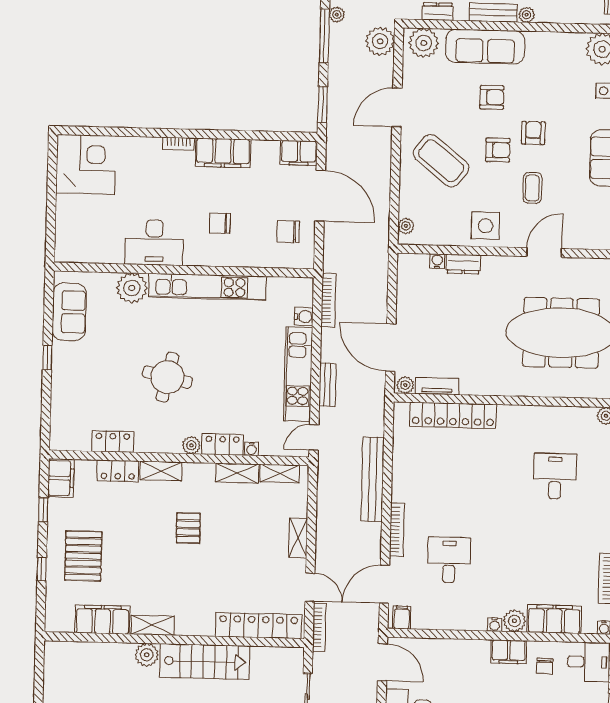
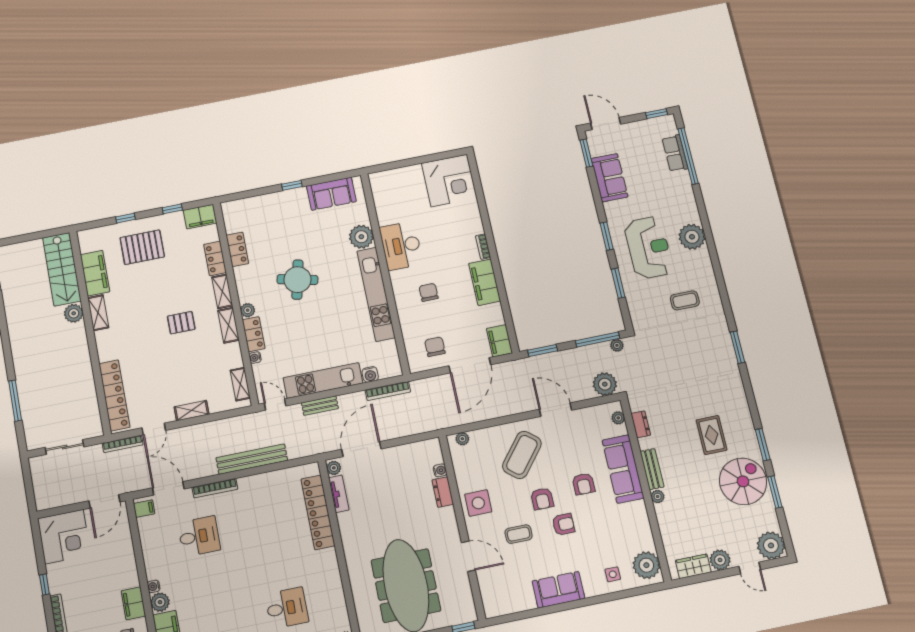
plant: (424, 43) -> (618, 418), width x0.53, depth x0.53
shelving: (237, 473) -> (228, 325), moved
stairs: (205, 661) -> (62, 269), moved

